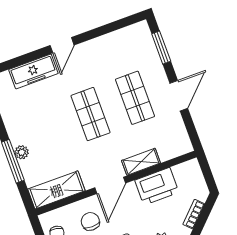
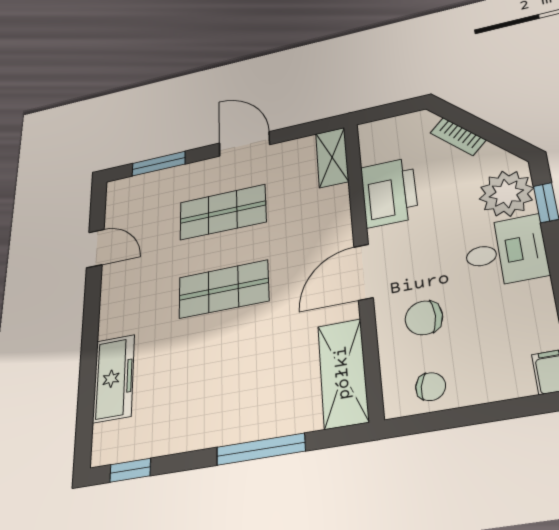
door: (62, 45) -> (95, 248), moved
plant: (22, 152) -> (249, 428), removed
shelving: (141, 162) -> (332, 157), moved
door: (110, 185) -> (363, 272), swing flipped

